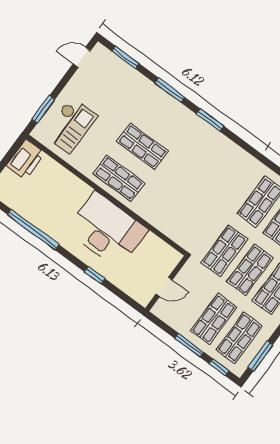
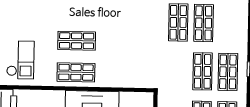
shop shelf: (224, 251) -> (177, 71), removed

